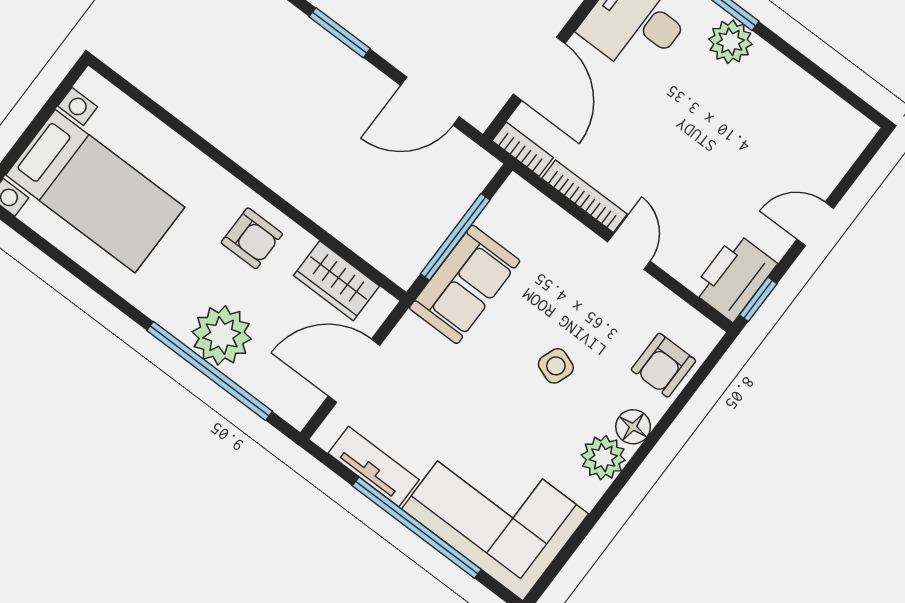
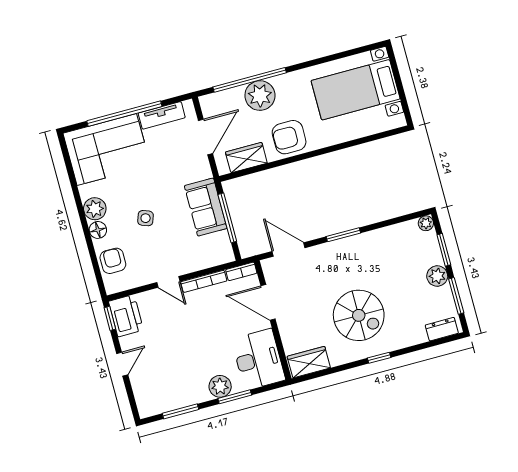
window: (819, 74) -> (180, 411), added
door: (430, 101) -> (289, 250), hinge flipped
armchair: (252, 238) -> (289, 137), width x1.38, depth x1.38

